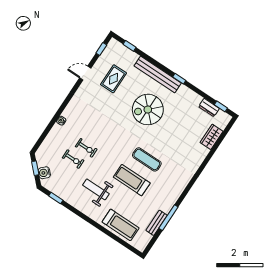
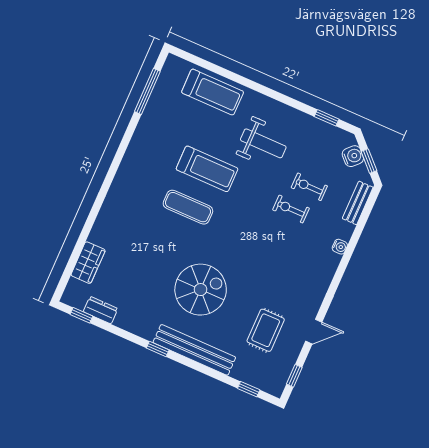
window: (168, 218) -> (147, 91), moved
bench: (157, 223) -> (358, 203), moved
treadmill: (121, 225) -> (213, 92), turned 180

